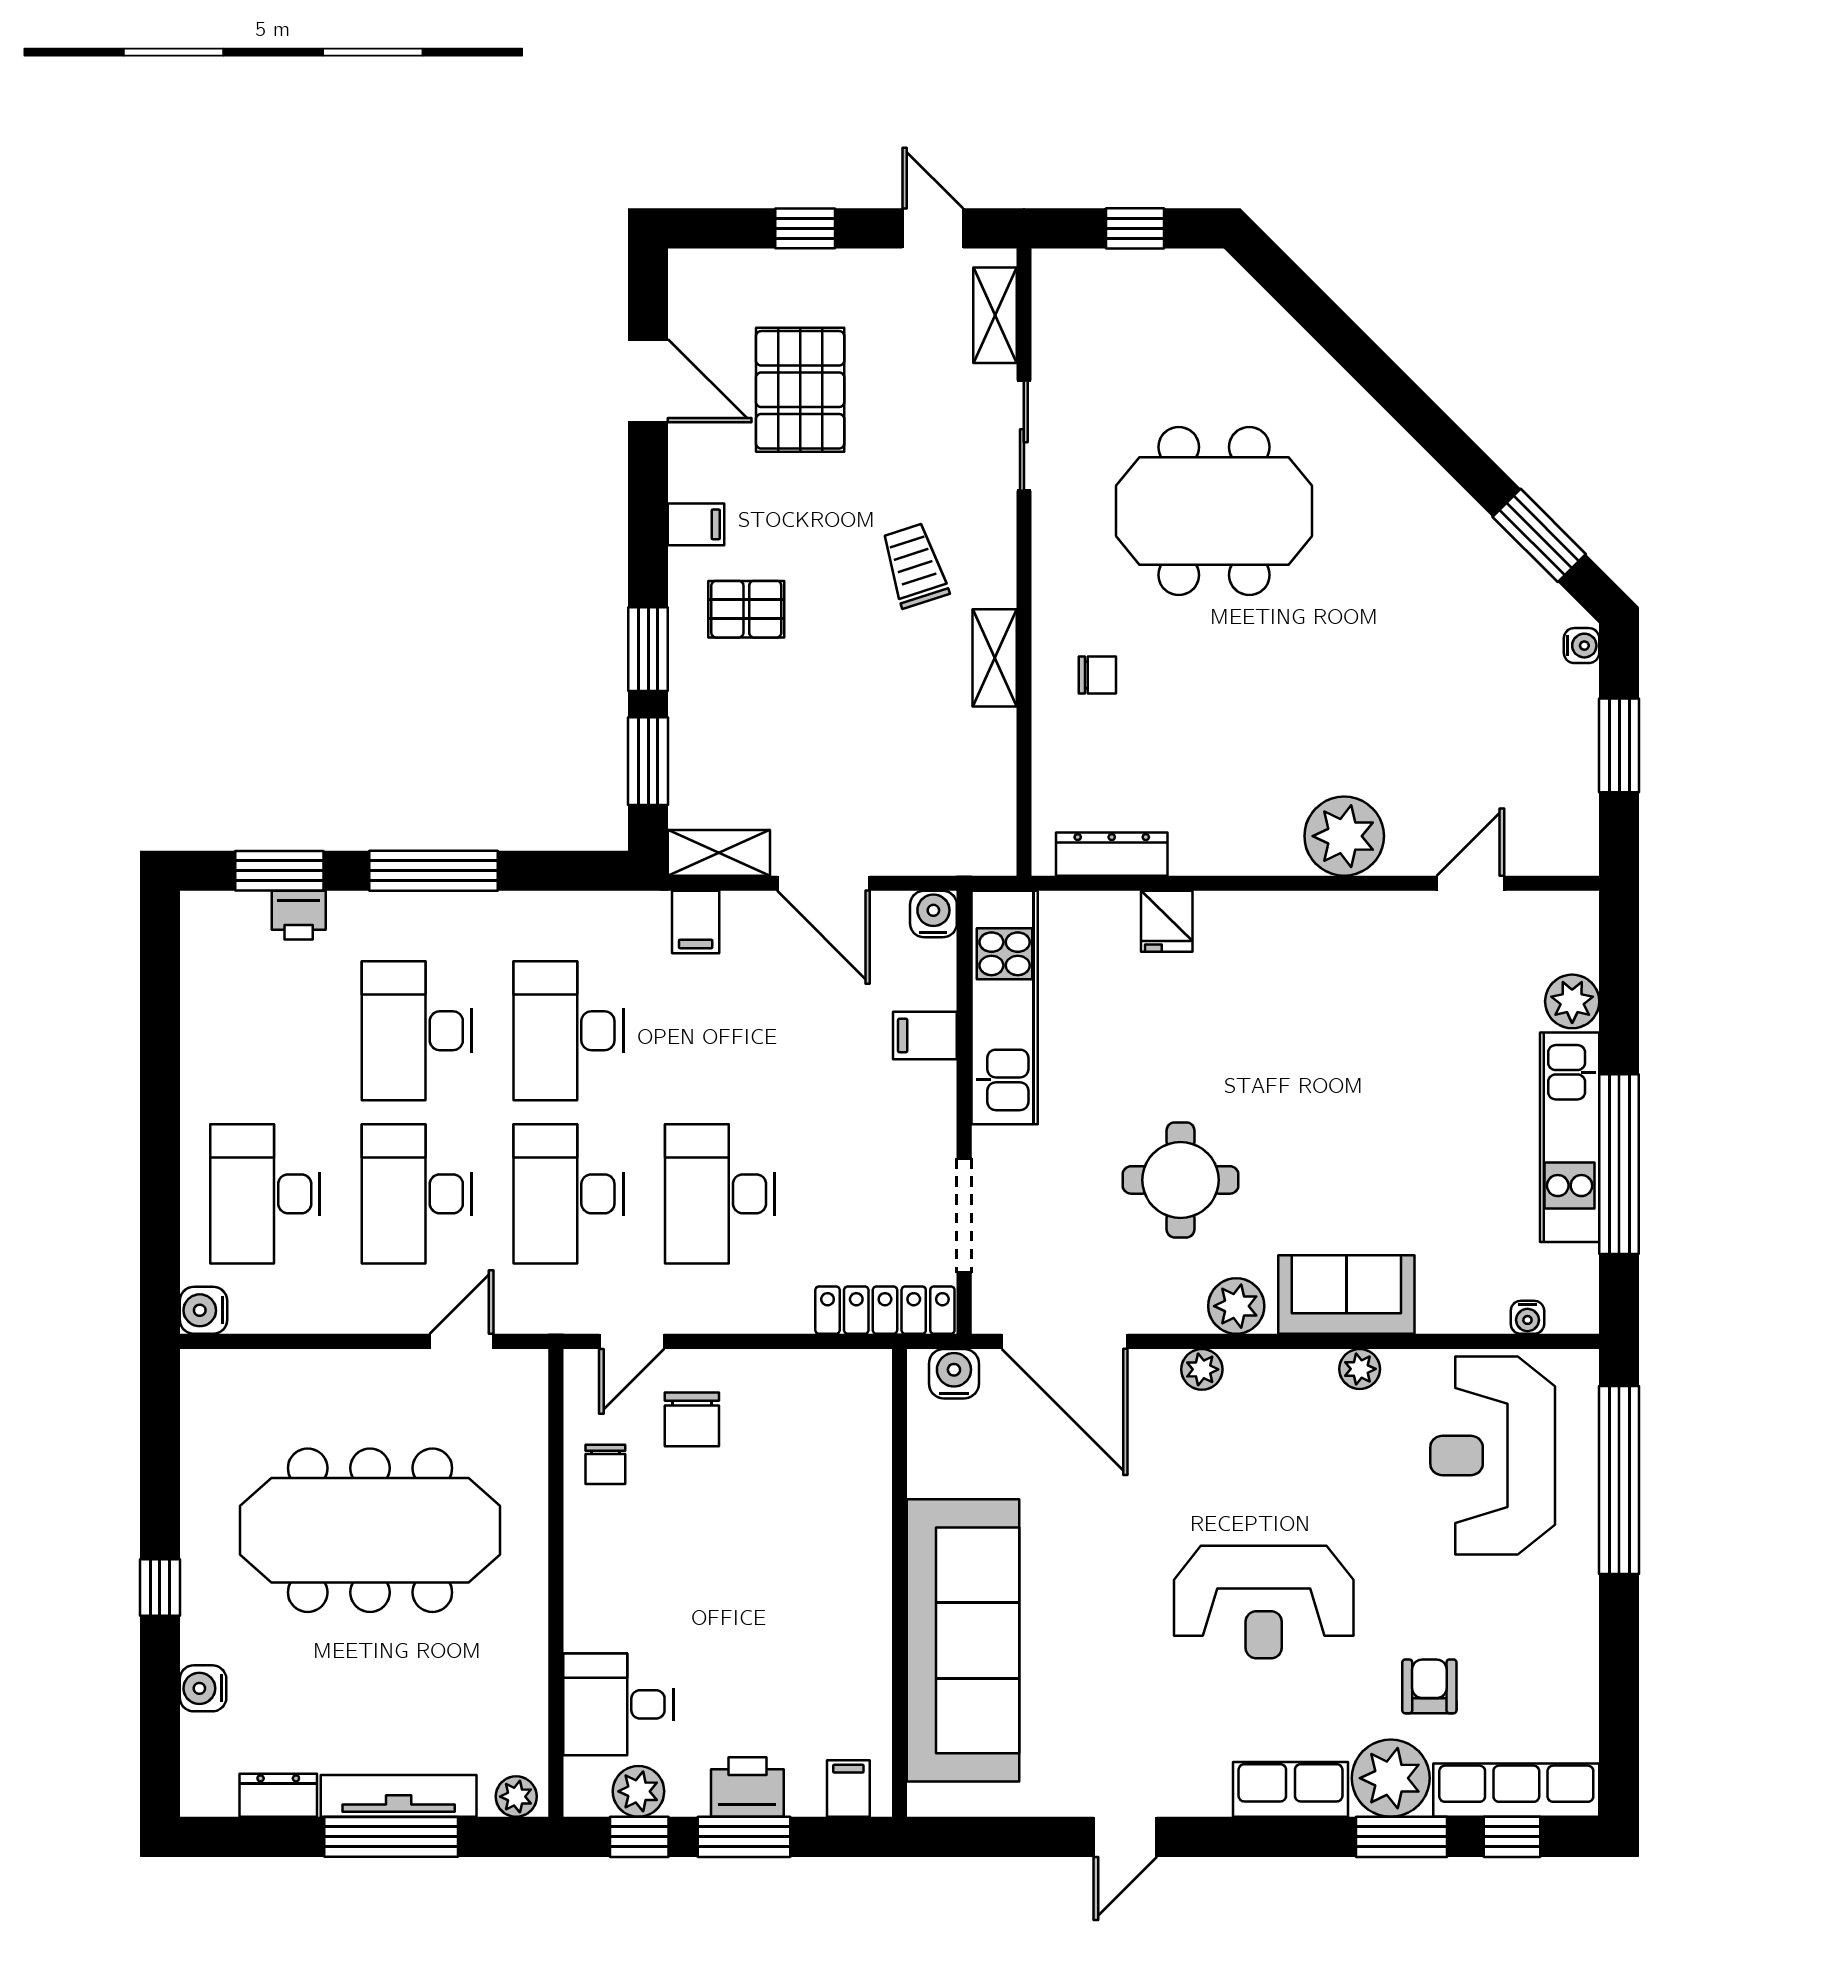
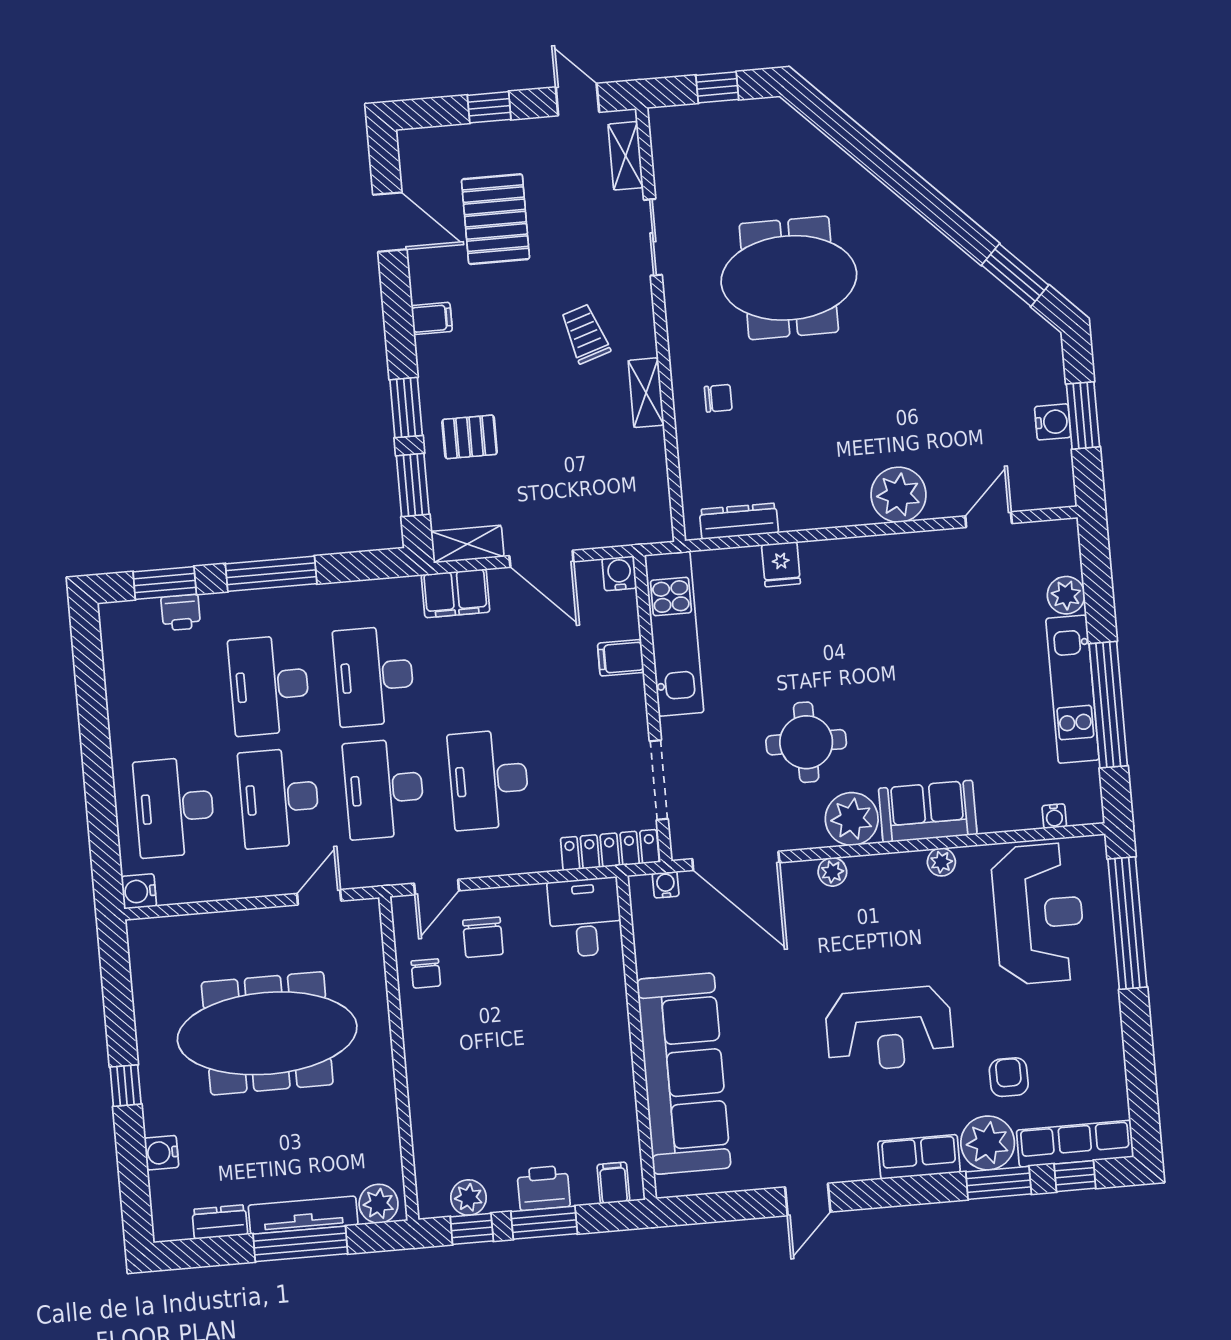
pallet: (746, 609) -> (470, 437), moved
water cooler: (1582, 646) -> (1053, 422), moved, width x1.38, depth x1.38
filing cabinet: (696, 922) -> (455, 593), width x2.00
plant: (1236, 1306) -> (852, 819), width x1.36, depth x1.36
water cooler: (954, 1374) -> (666, 885), width x0.72, depth x0.72
reception desk: (1493, 1455) -> (1039, 914), turned 180
desk: (618, 1704) -> (585, 917), moved, turned 90
plant: (516, 1797) -> (379, 1204), width x1.38, depth x1.38

